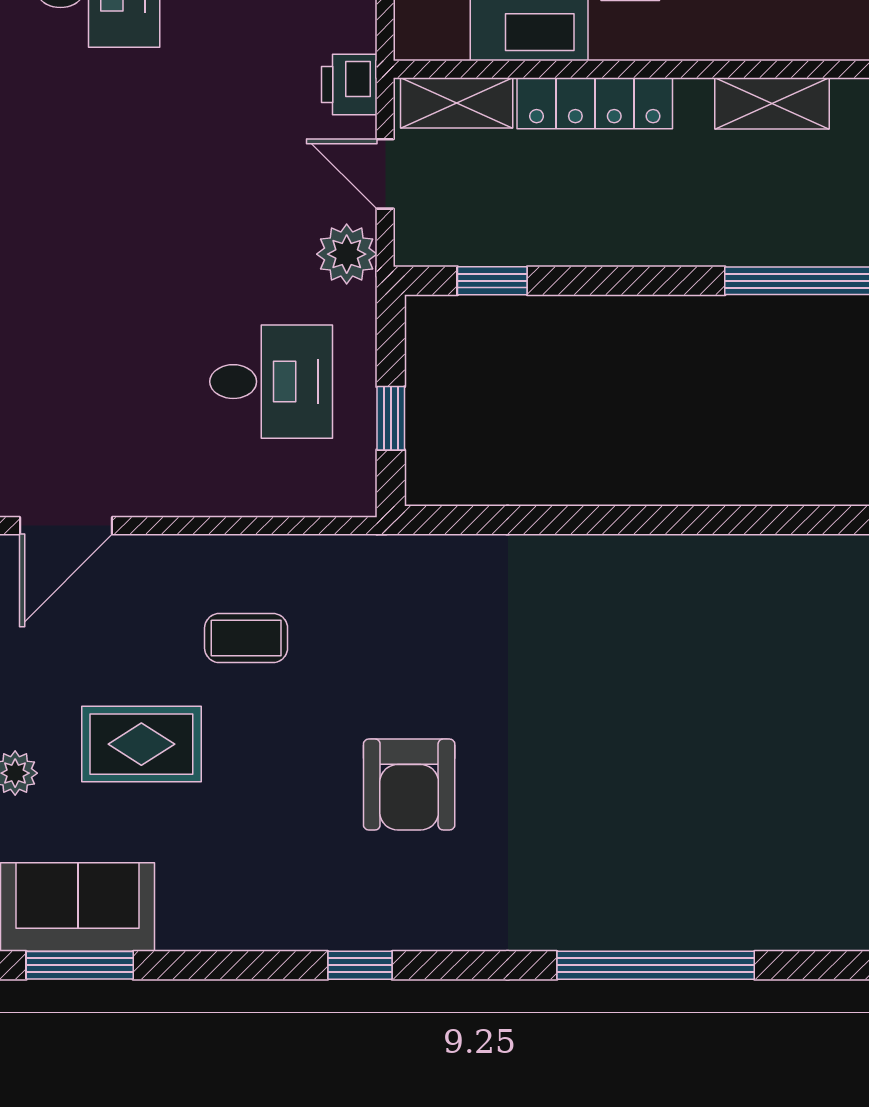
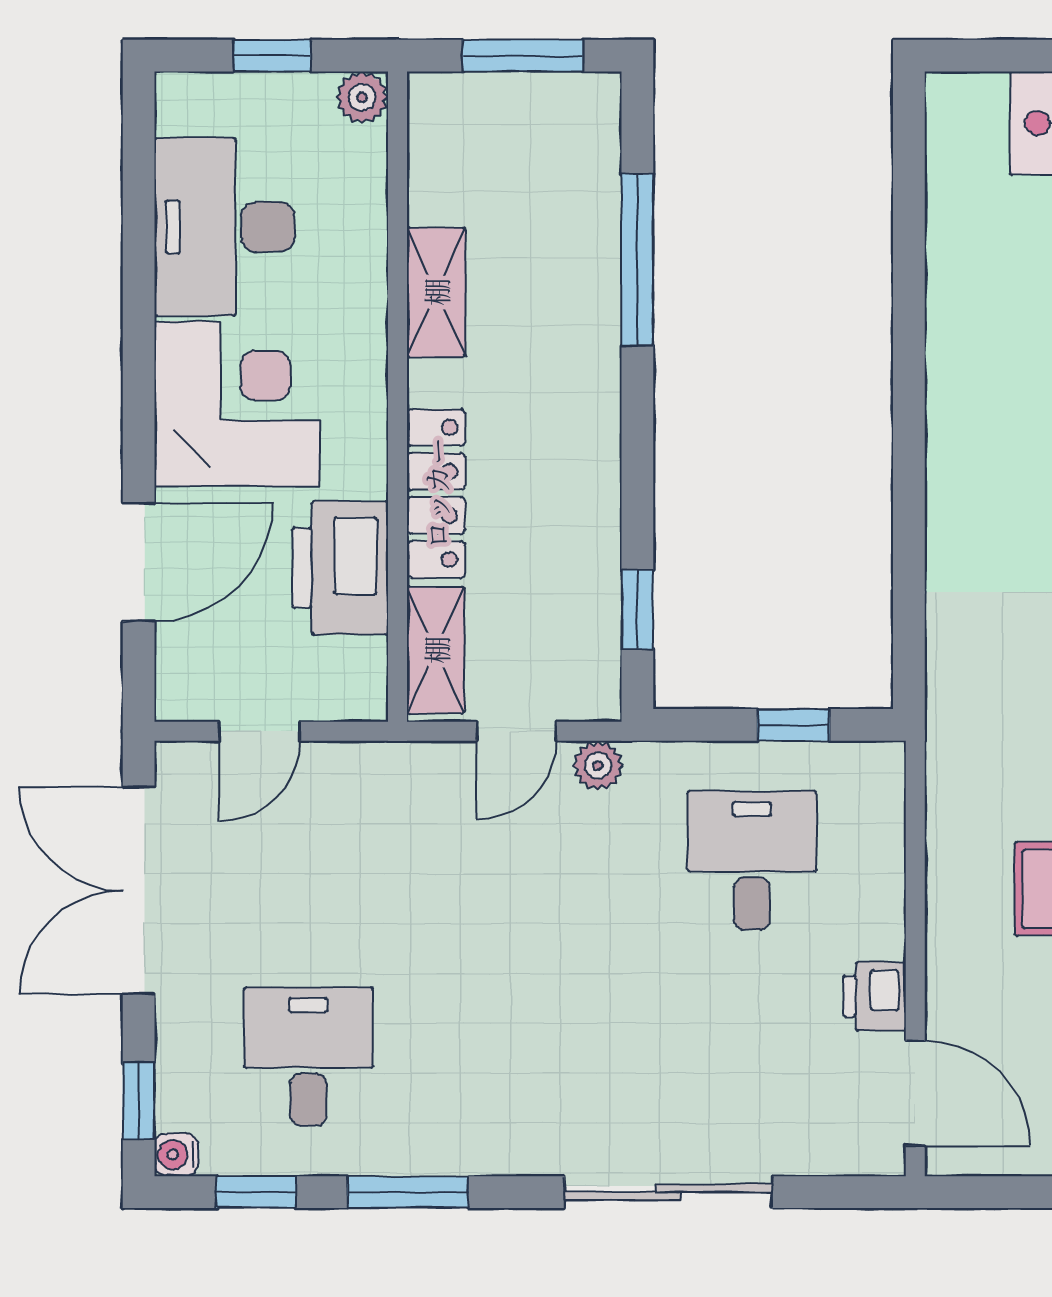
printer: (349, 84) -> (874, 997), moved, turned 90
plant: (347, 254) -> (598, 766), width x0.73, depth x0.73

